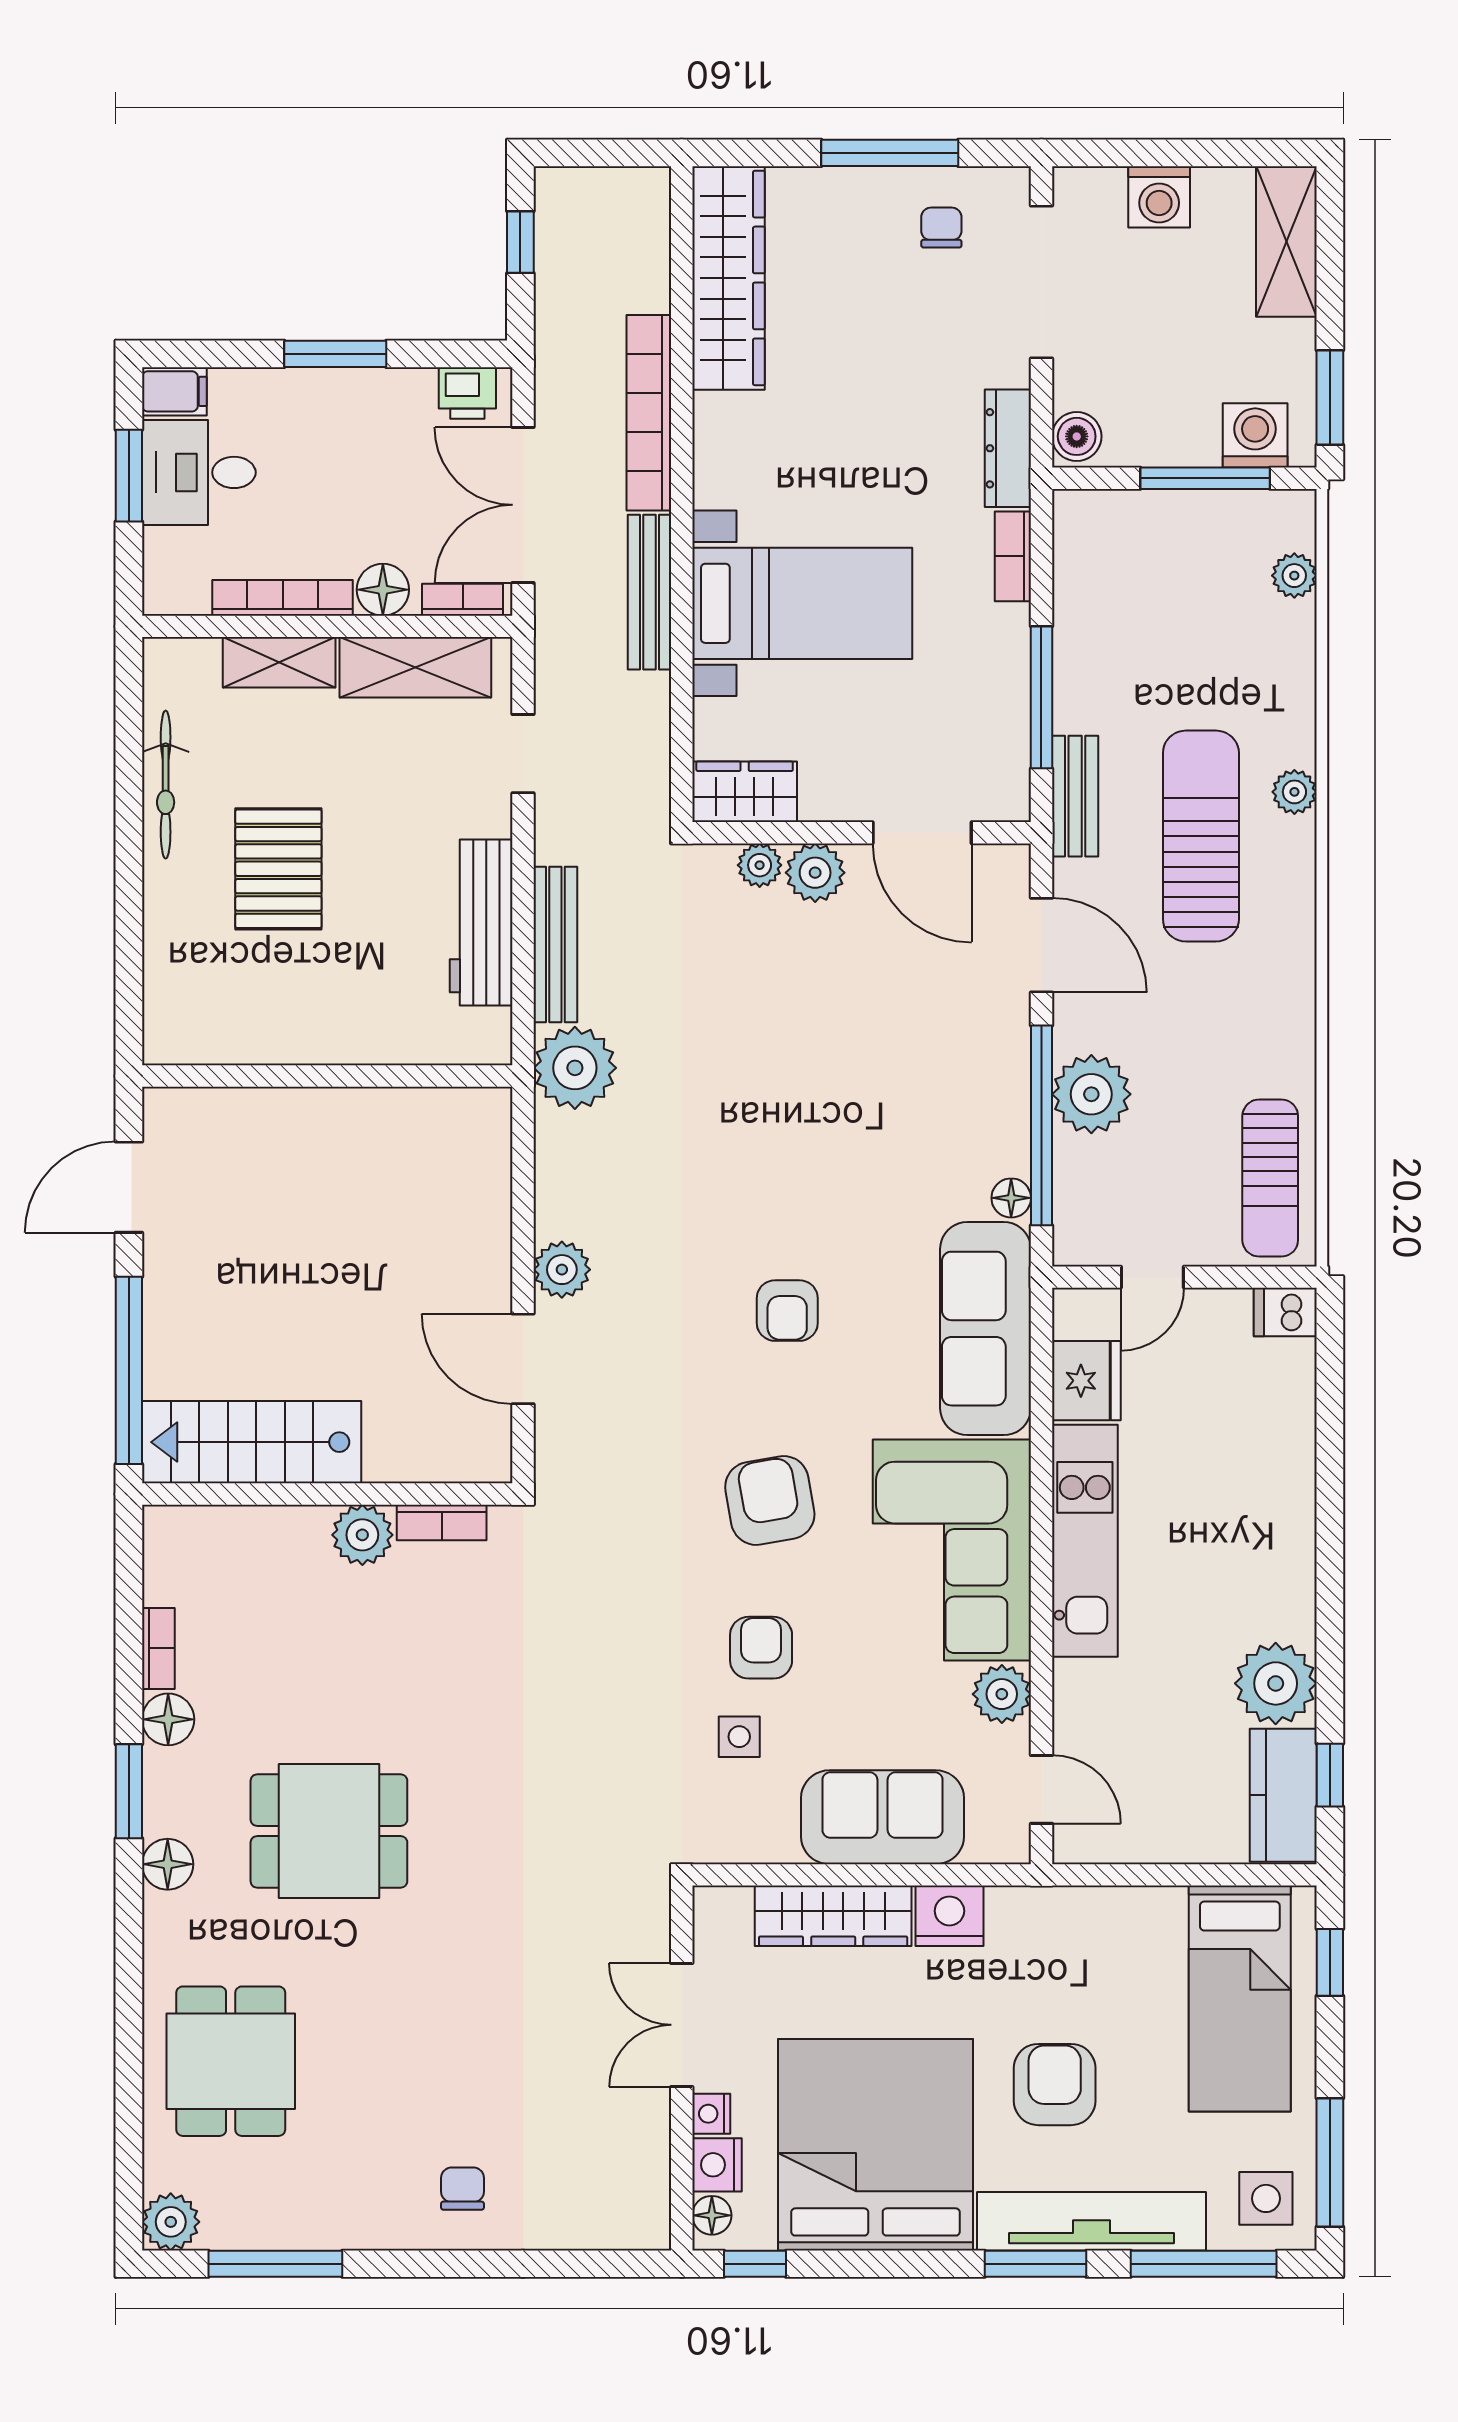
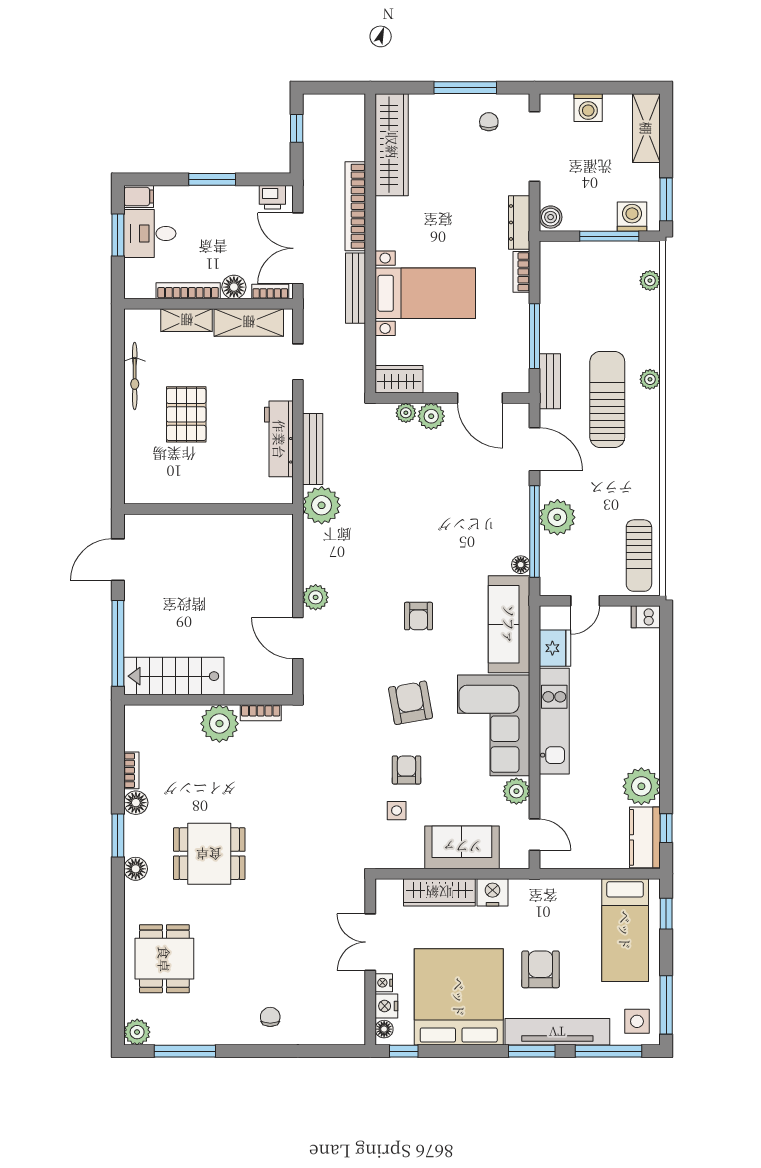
plant: (362, 1535) -> (219, 724), width x1.36, depth x1.36

